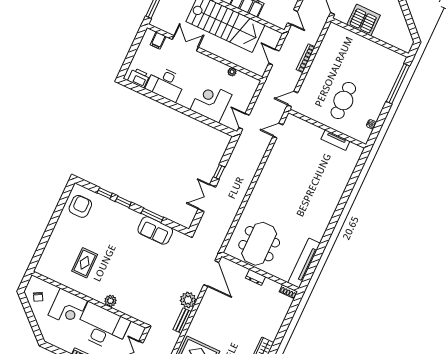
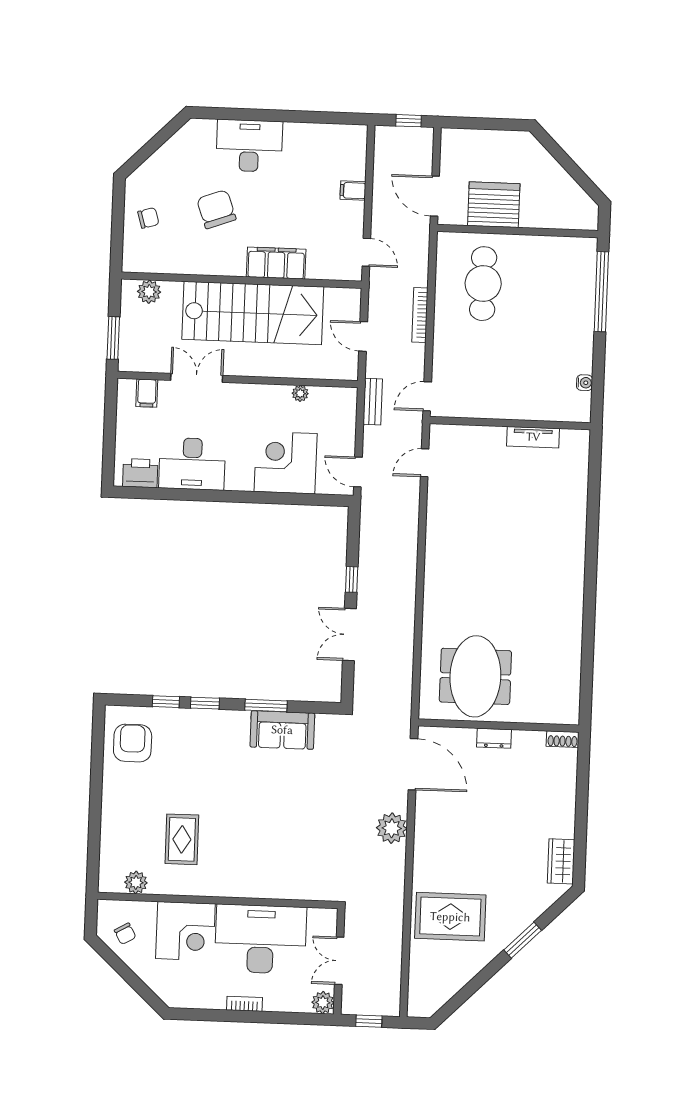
cafe table: (343, 100) -> (483, 284), moved
tv unit: (304, 263) -> (569, 677), removed
plant: (110, 301) -> (136, 882), moved
bench: (182, 321) -> (373, 402), moved

